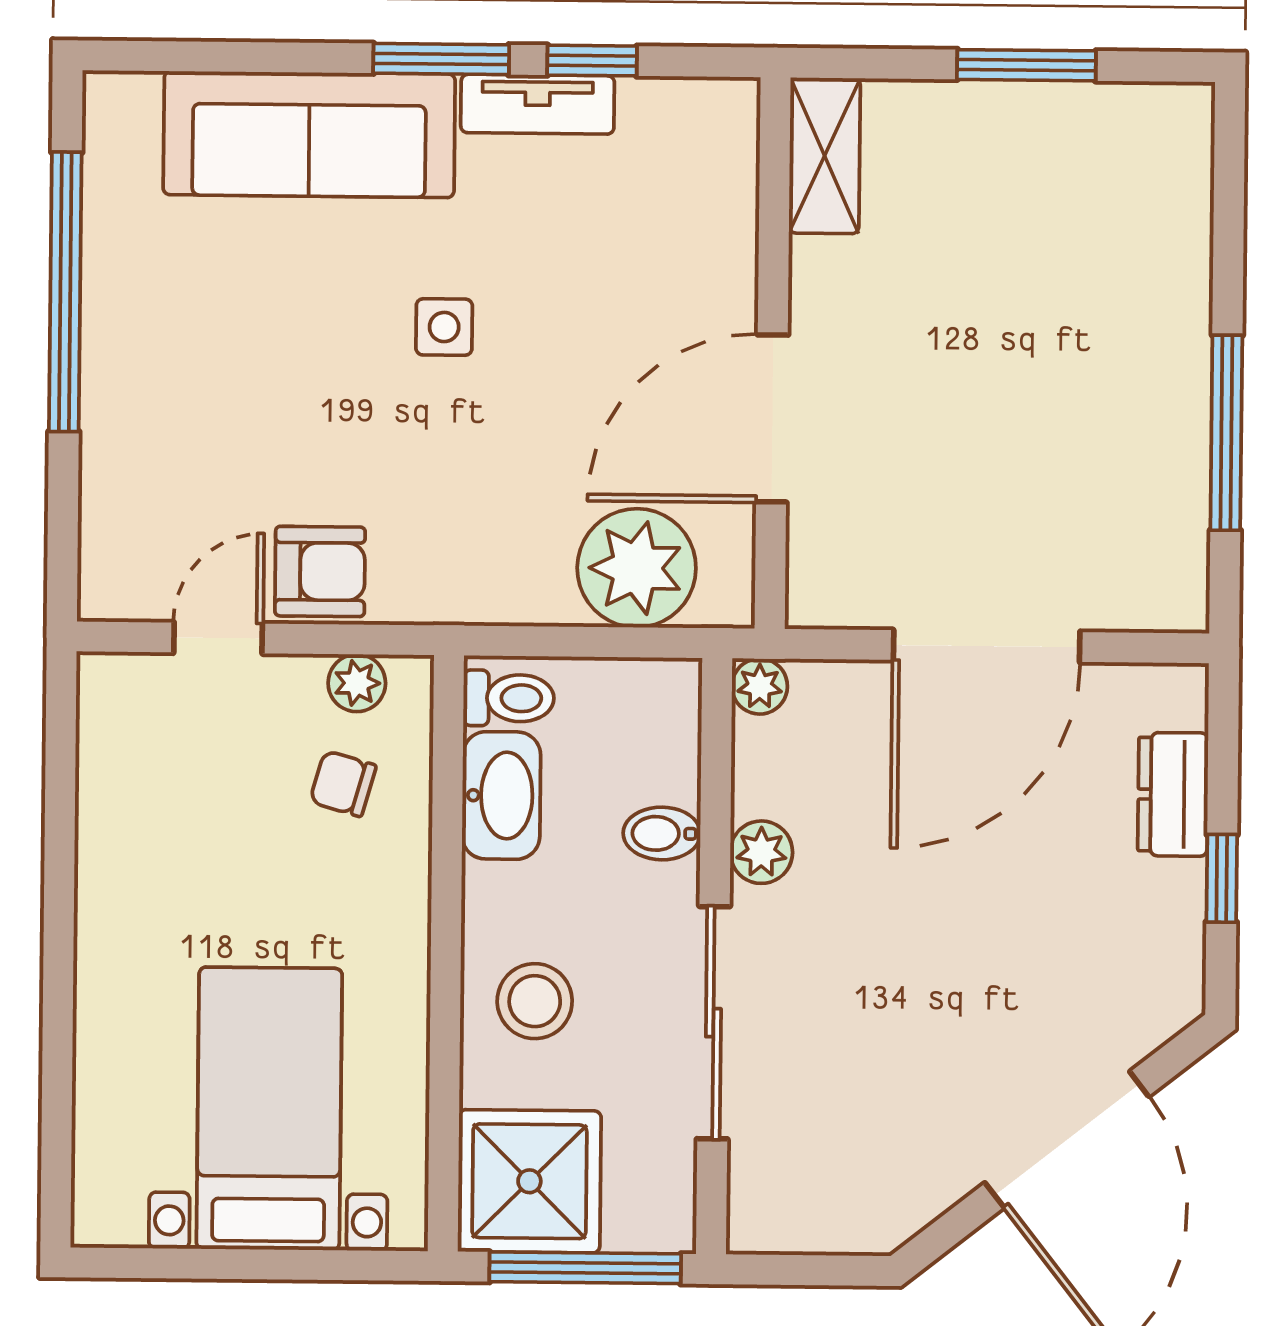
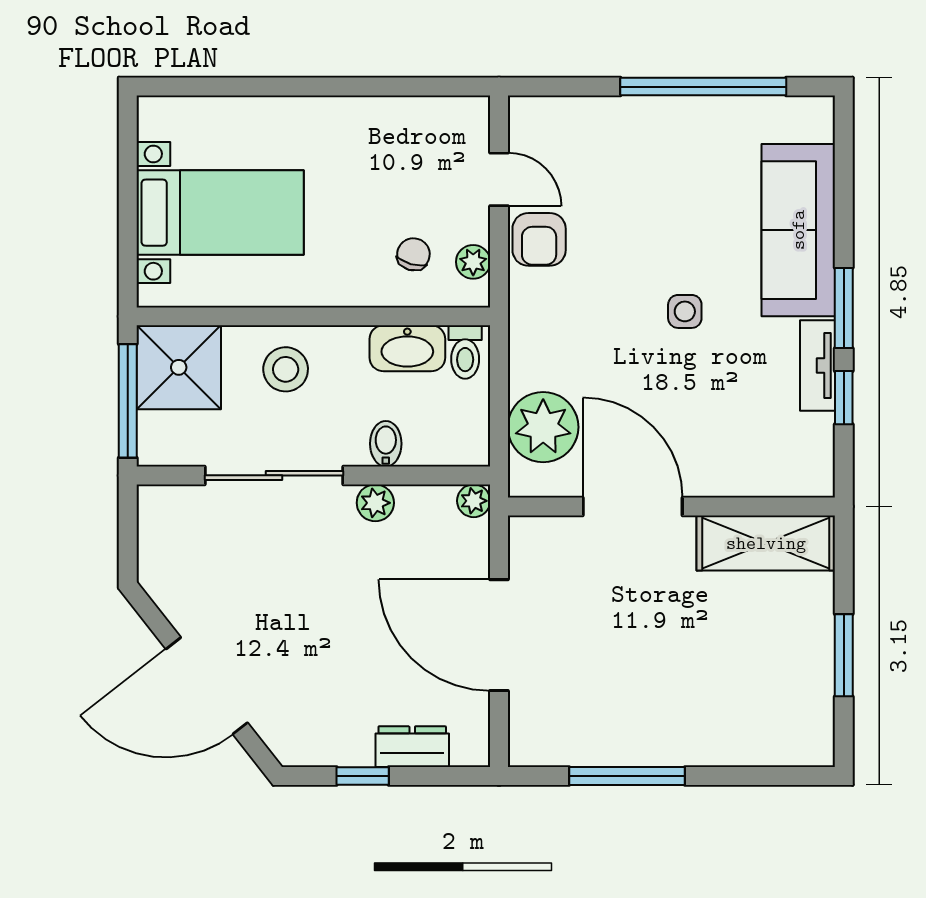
shelving: (825, 156) -> (766, 543), width x1.50, depth x1.33

